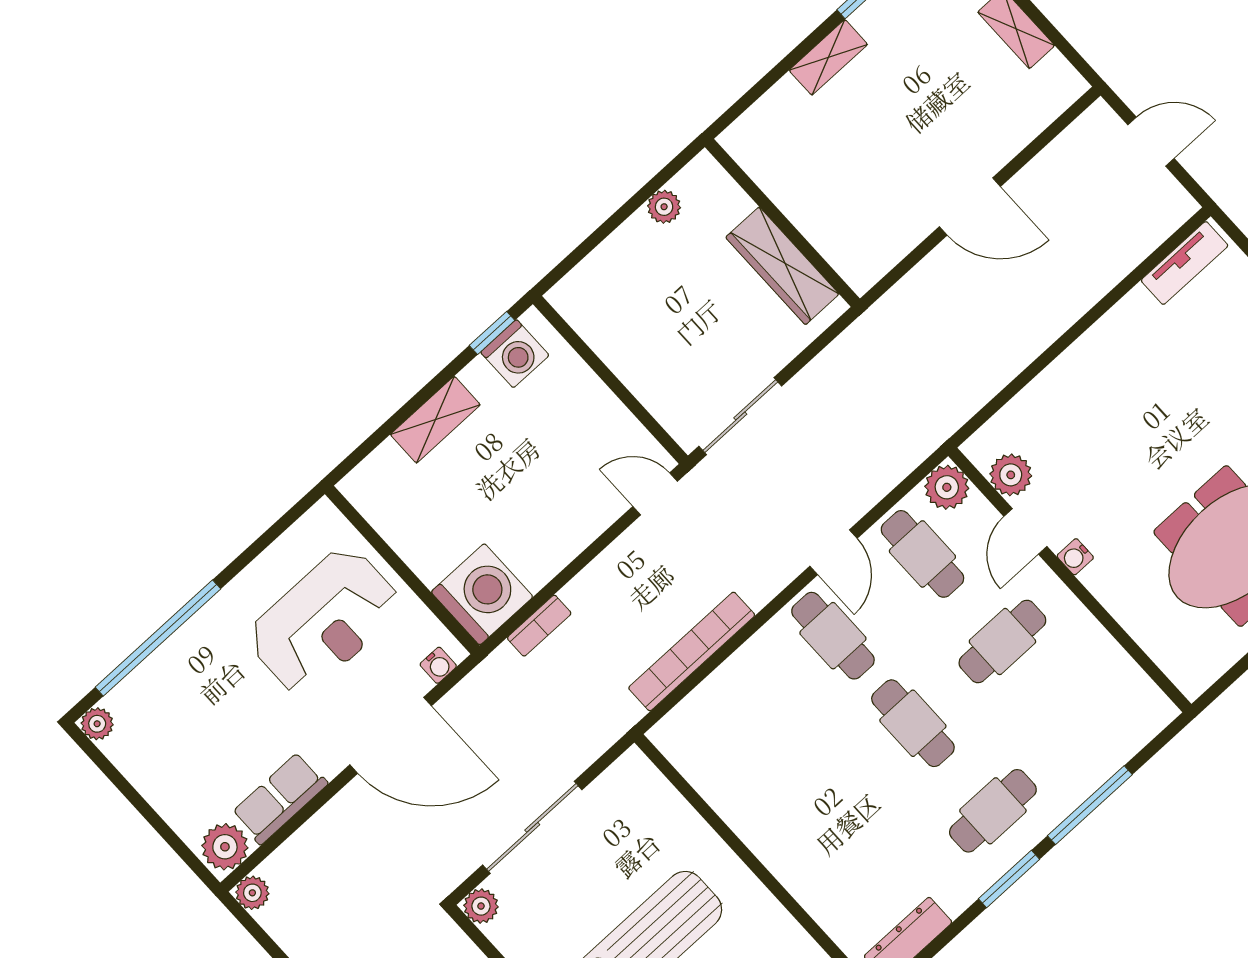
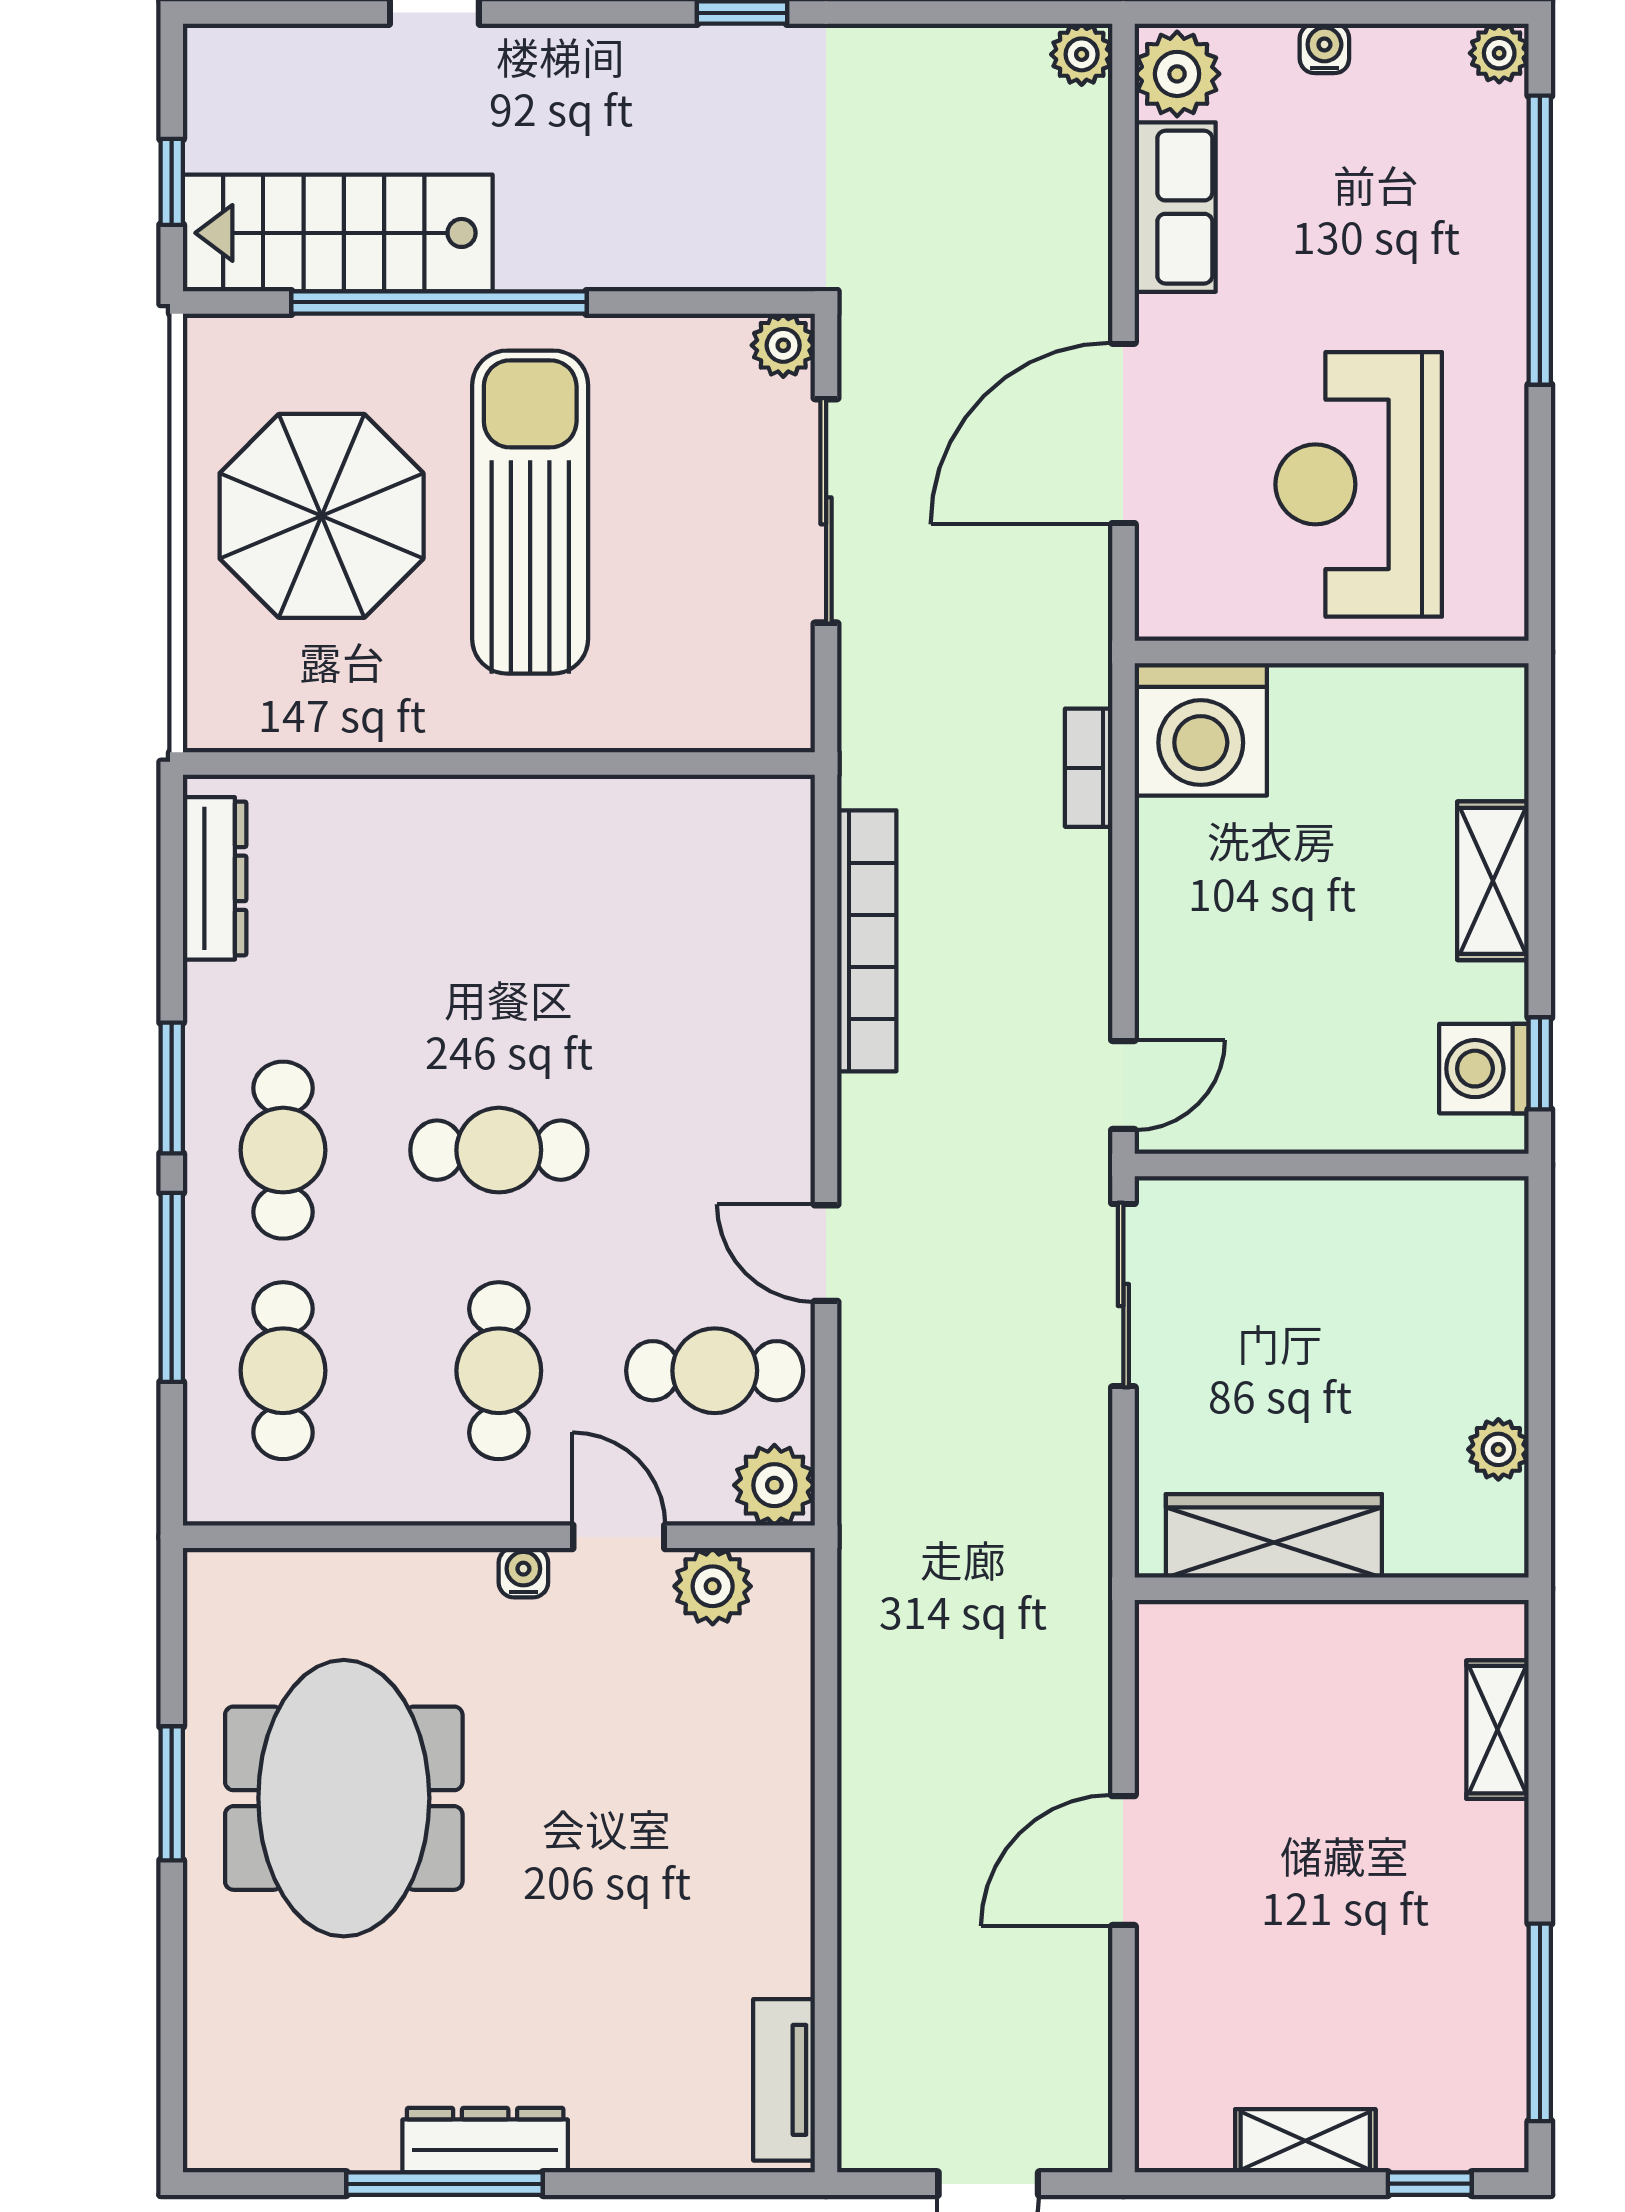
shelving: (828, 57) -> (1497, 1730), moved
cafe table: (833, 636) -> (283, 1371), moved, turned 90
water cooler: (438, 665) -> (1324, 48), moved, turned 90

